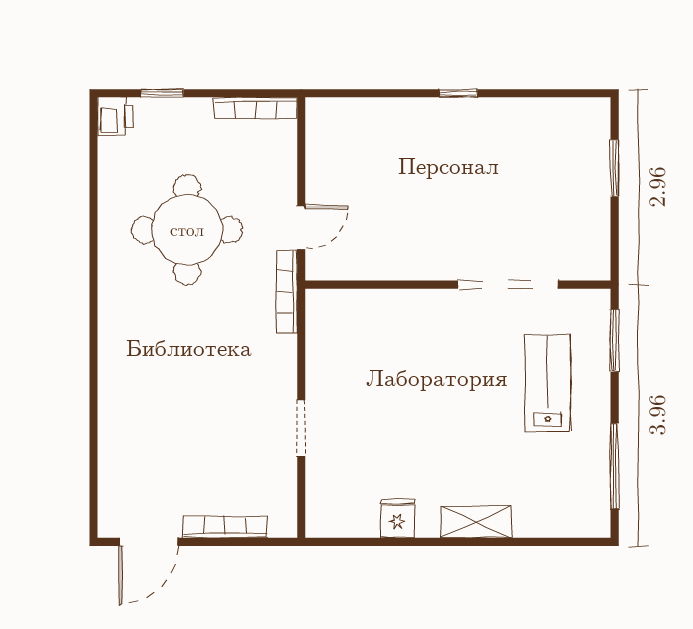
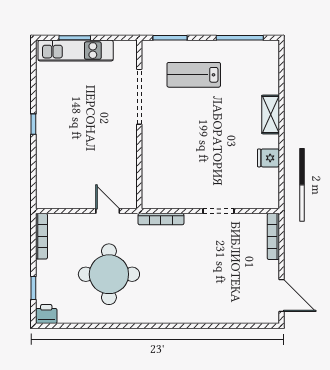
kitchen unit: (592, 170) -> (76, 51), added
bookcase: (287, 291) -> (161, 219), moved
bookcase: (225, 527) -> (273, 236), moved

